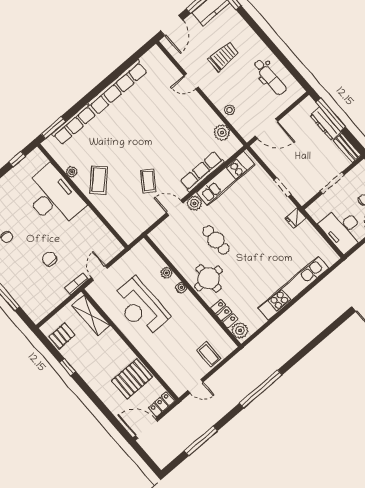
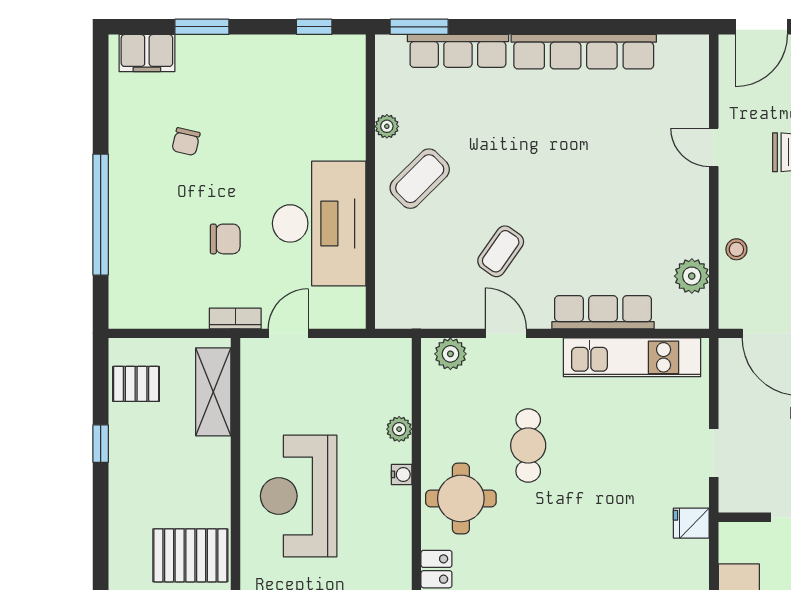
desk: (53, 197) -> (319, 223), moved
plant: (194, 203) -> (450, 354), moved
chair: (49, 259) -> (225, 239), turned 90
reception desk: (140, 307) -> (299, 496), moved

